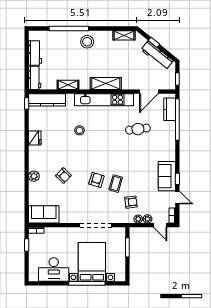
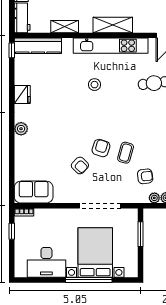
stool: (79, 130) -> (94, 85), moved
plant: (34, 176) -> (21, 129), moved
armchair: (63, 176) -> (80, 165), moved

